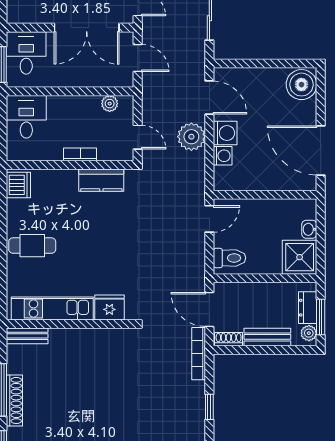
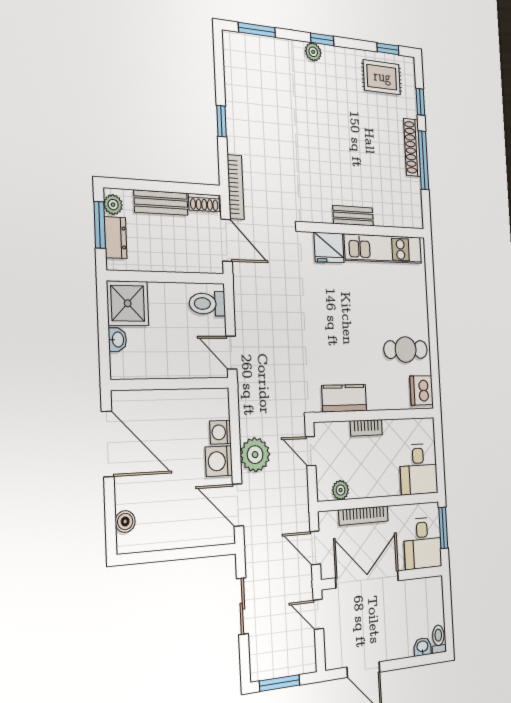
bookcase: (87, 81) -> (363, 516), added
boiler: (301, 85) -> (125, 521), width x0.54, depth x0.54
door: (209, 219) -> (231, 353), hinge flipped
cafe table: (32, 246) -> (406, 350), moved
bench: (27, 336) -> (353, 216), moved

